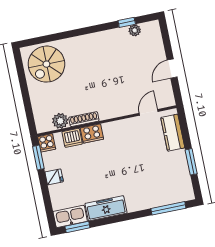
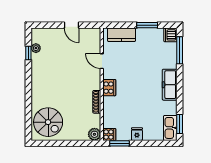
door: (149, 112) -> (102, 61), moved
plant: (60, 121) -> (94, 134), moved
cooker: (92, 133) -> (109, 88), moved
dishwasher: (72, 138) -> (170, 35), moved, turned 180
freezer: (106, 208) -> (170, 85), moved

